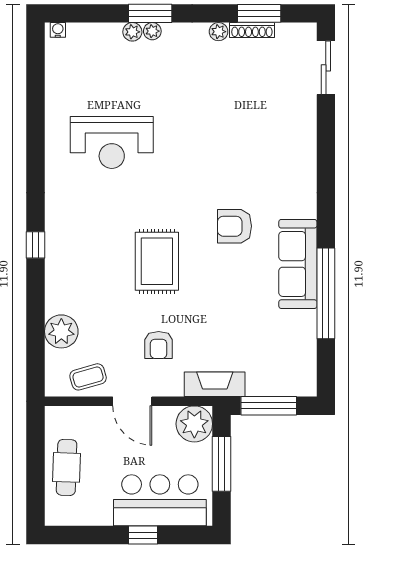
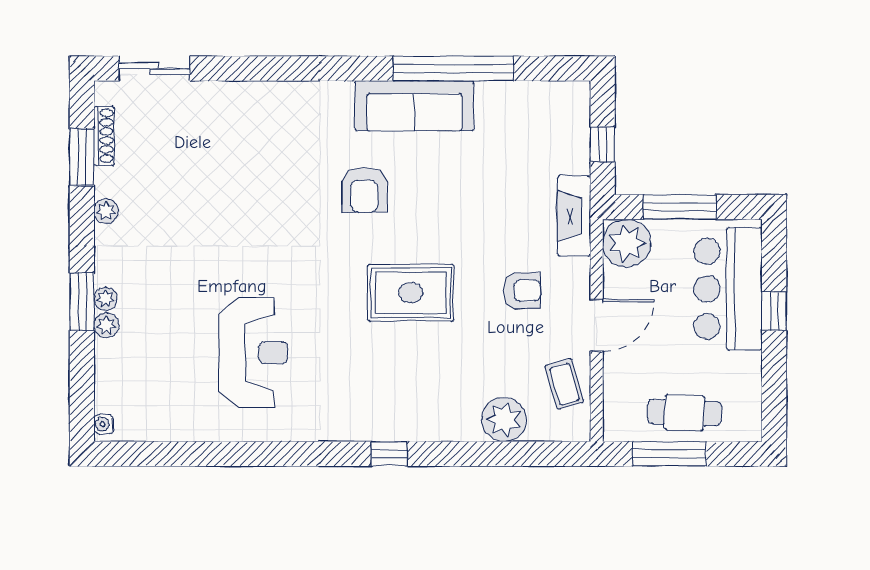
shoe rack: (252, 30) -> (104, 136), moved
window: (269, 406) -> (603, 144), width x0.46
window: (36, 456) -> (669, 454), added

